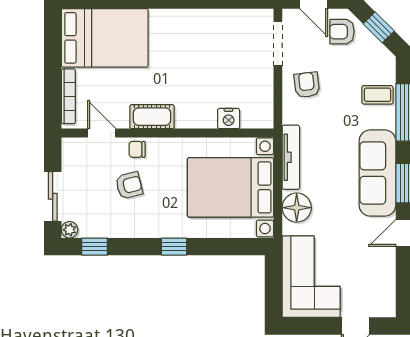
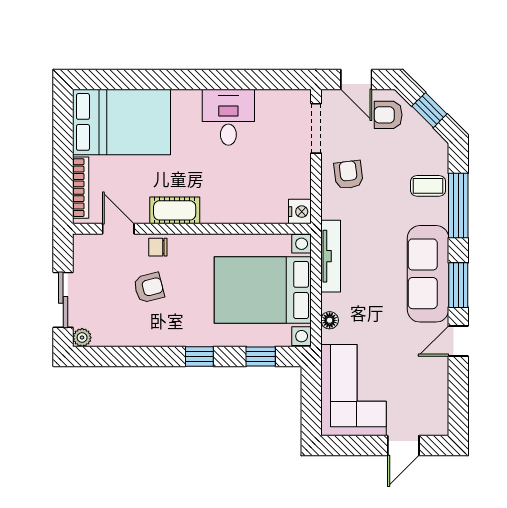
desk: (200, 34) -> (228, 117), added
nightstand: (229, 119) -> (300, 212), moved, turned -90
floor lamp: (297, 208) -> (330, 320), width x0.53, depth x0.53
window: (95, 247) -> (261, 356), moved

